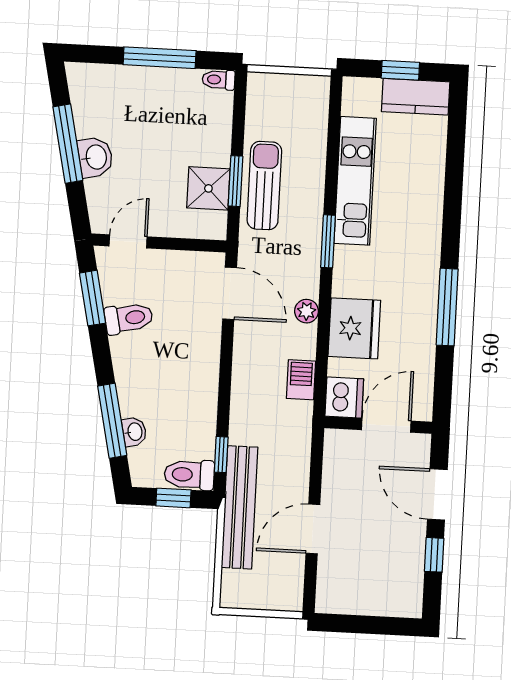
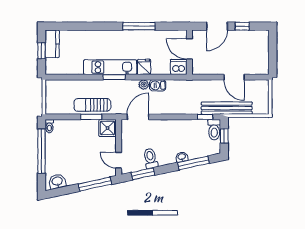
window: (160, 58) -> (41, 151), width x1.46
window: (68, 144) -> (95, 184), moved
washbasin: (95, 157) -> (57, 181), moved
kitchen unit: (355, 181) -> (110, 67), moved
shower: (208, 188) -> (107, 128), moved
fridge: (354, 328) -> (144, 67), width x0.53, depth x0.75
barbecue: (301, 380) -> (158, 85), moved
washbasin: (134, 432) -> (182, 157), moved

